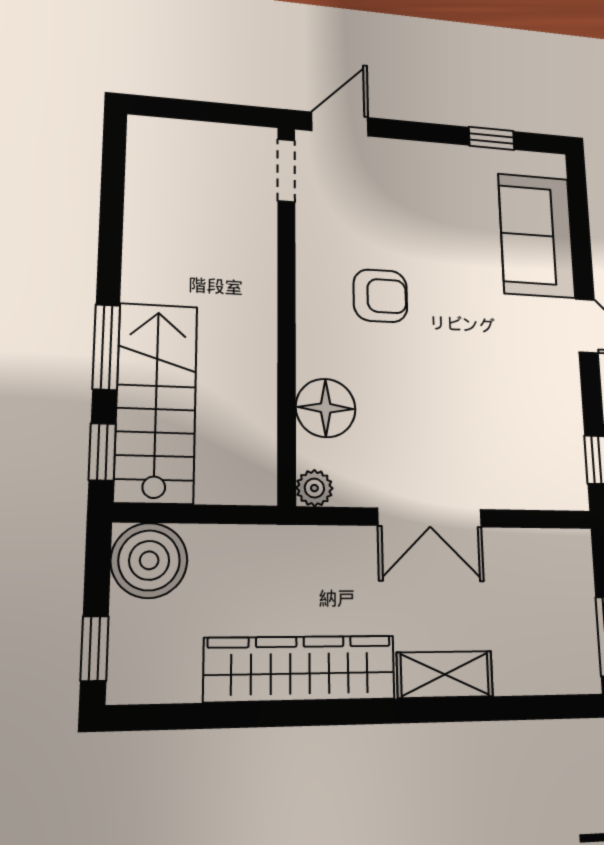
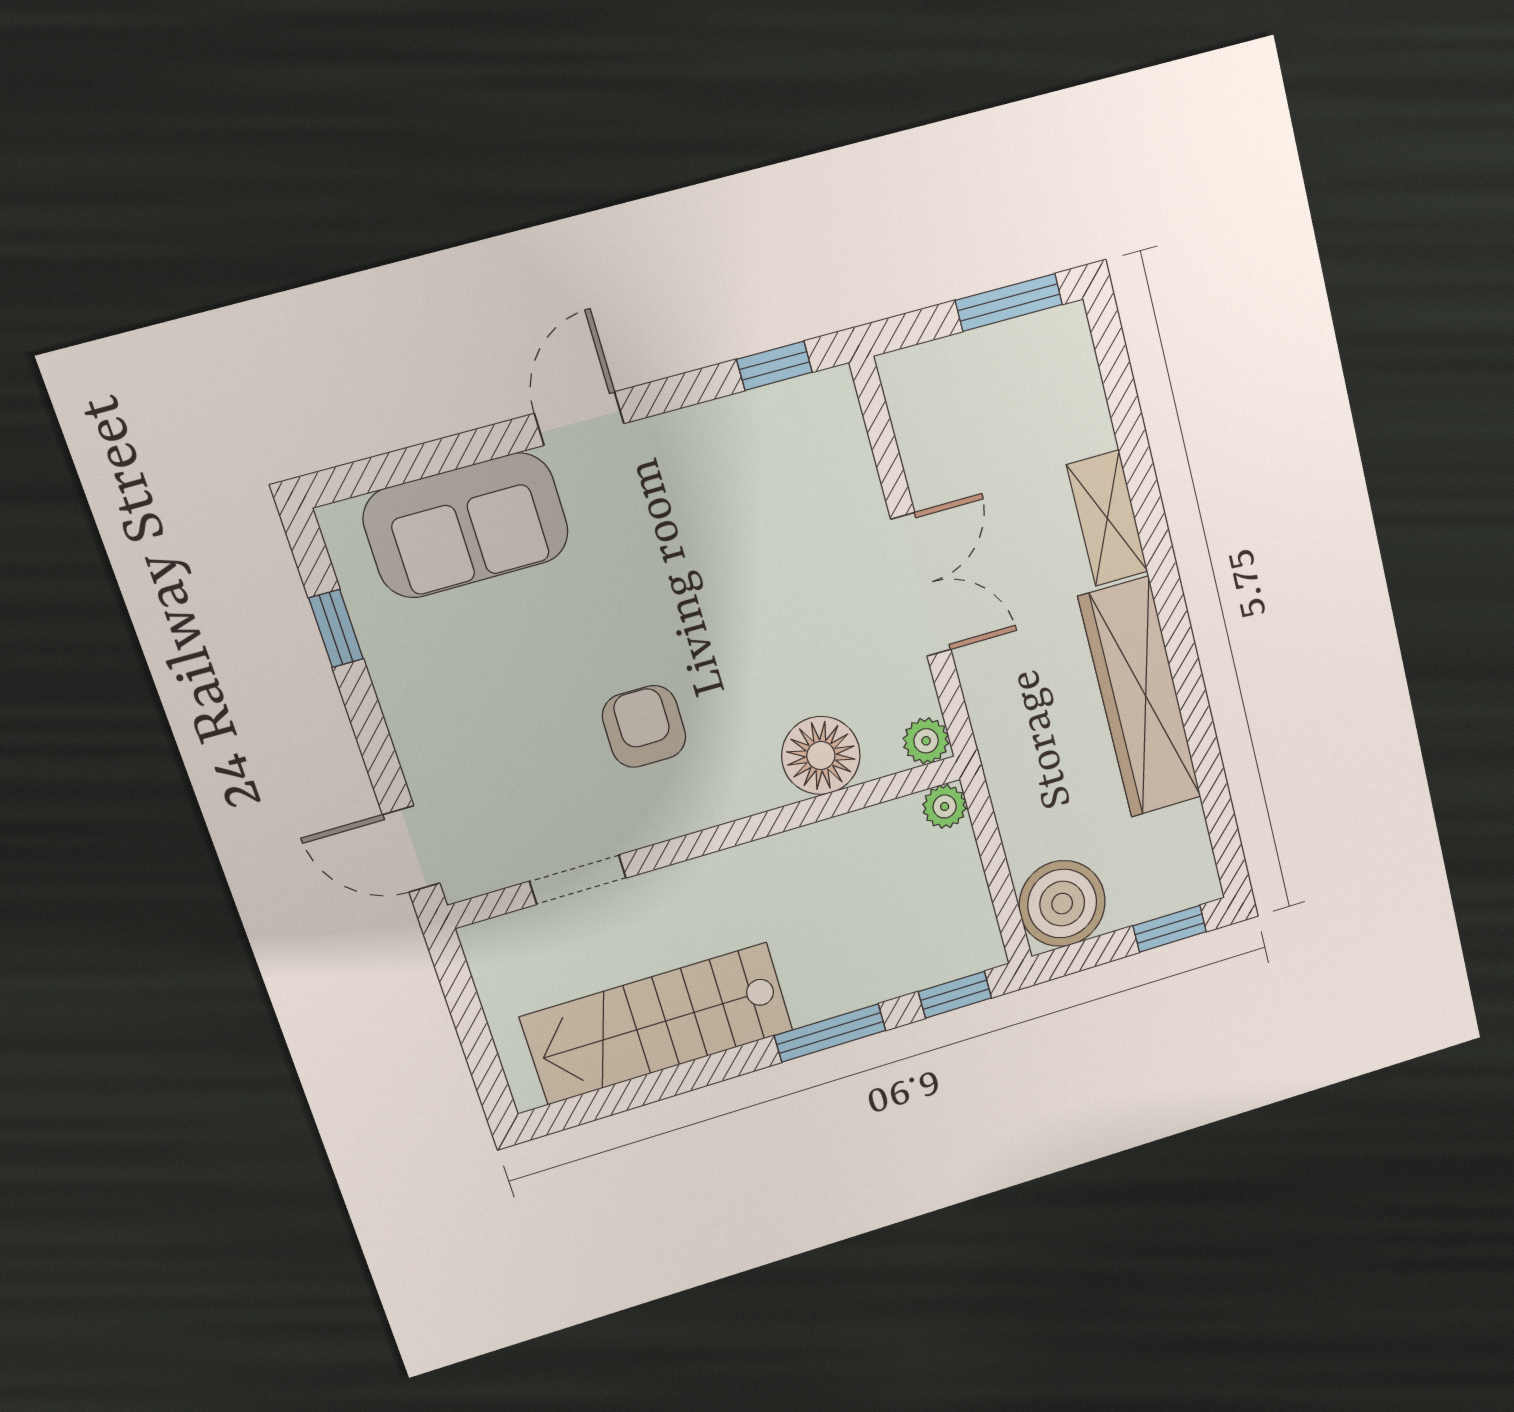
doorway: (286, 171) -> (578, 880), moved
stairs: (156, 402) -> (657, 1024), moved
plant: (260, 488) -> (945, 807), added

